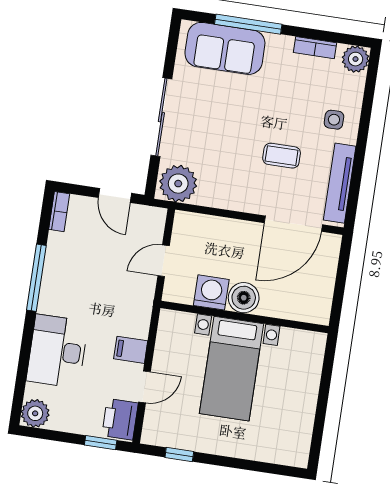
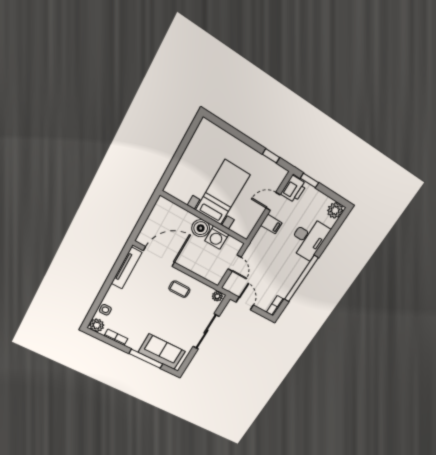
side table: (334, 120) -> (105, 310), moved
coffee table: (282, 156) -> (179, 289), moved
plant: (178, 184) -> (217, 296), width x0.53, depth x0.53
door: (164, 261) -> (235, 263), hinge flipped
window: (36, 278) -> (301, 279), width x1.46

